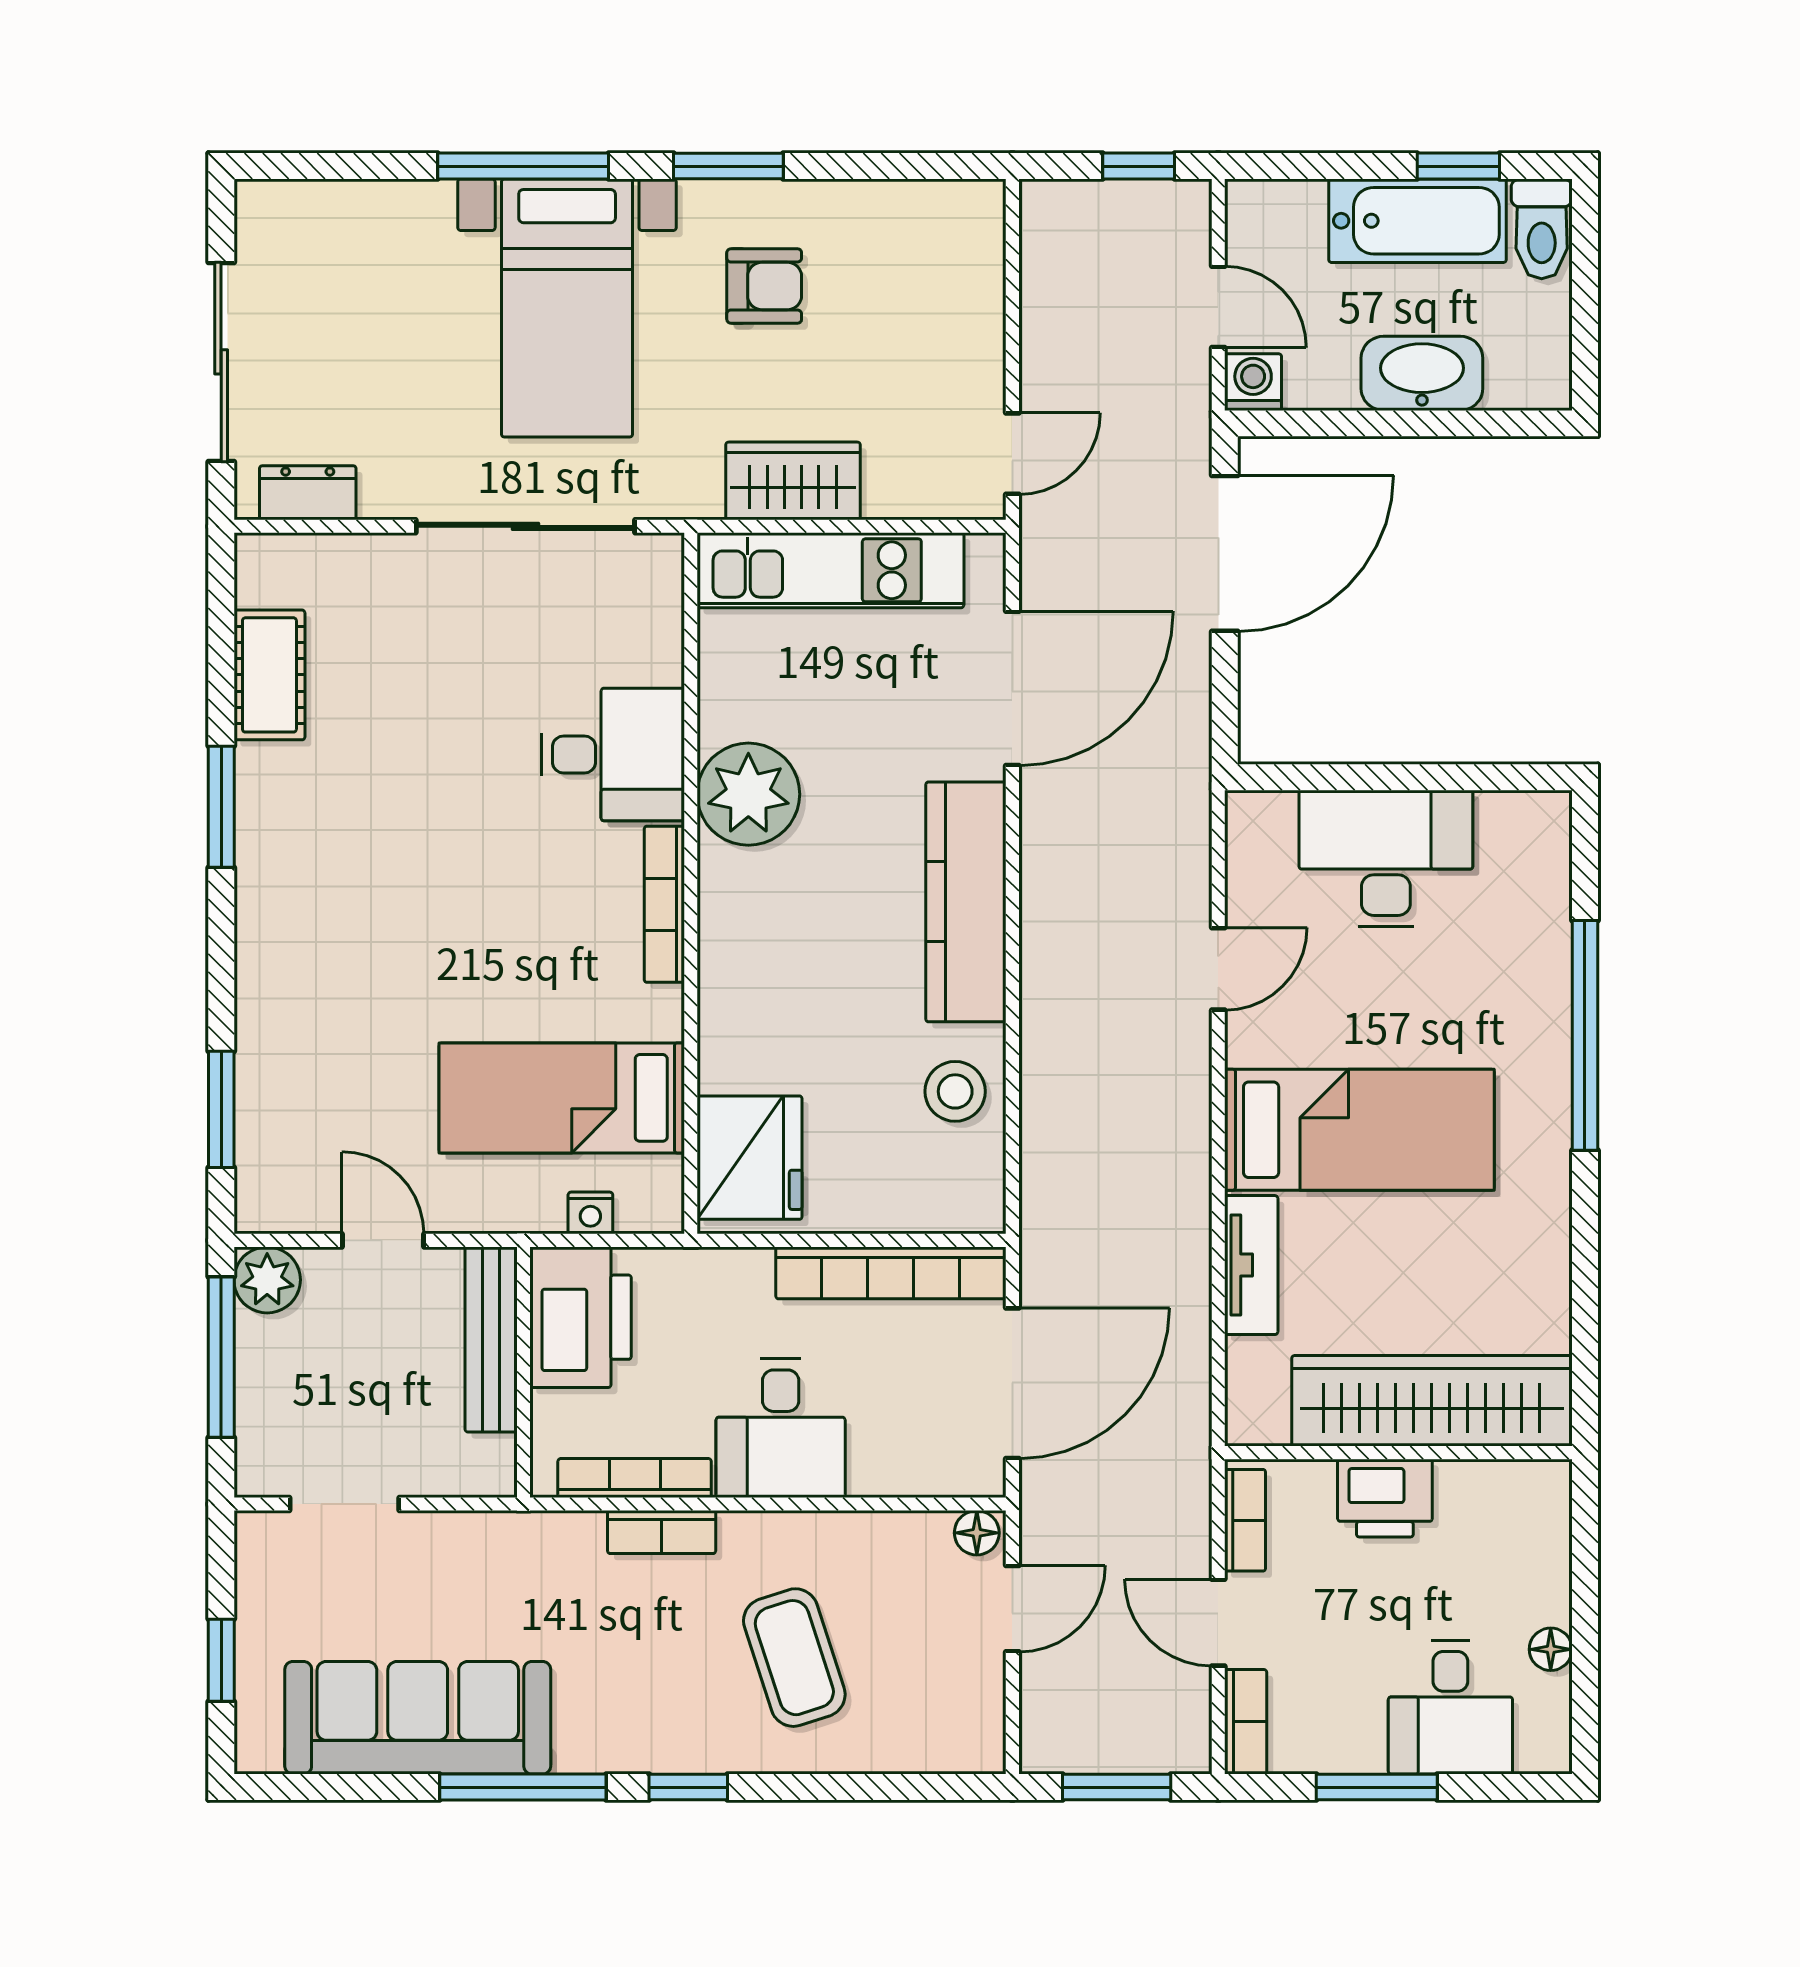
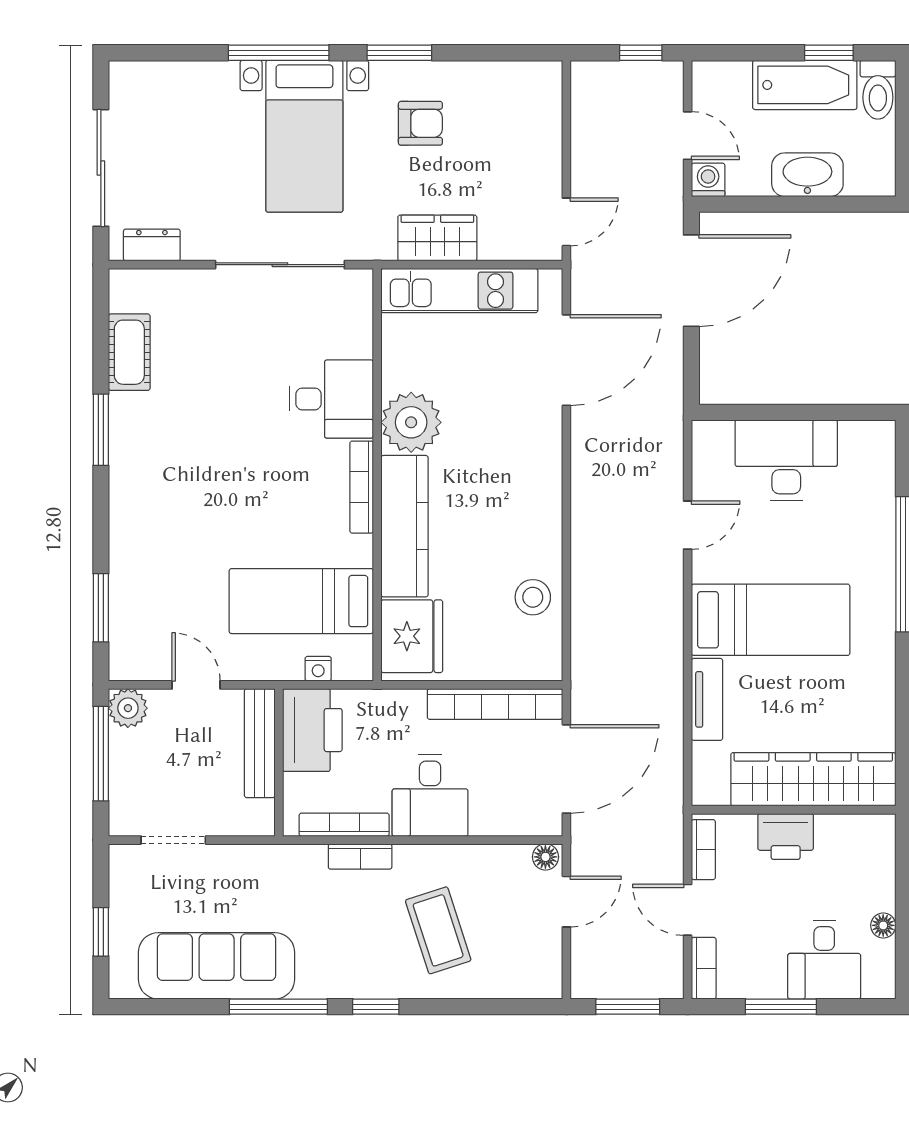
kitchen counter: (966, 902) -> (405, 526), moved, turned 180

